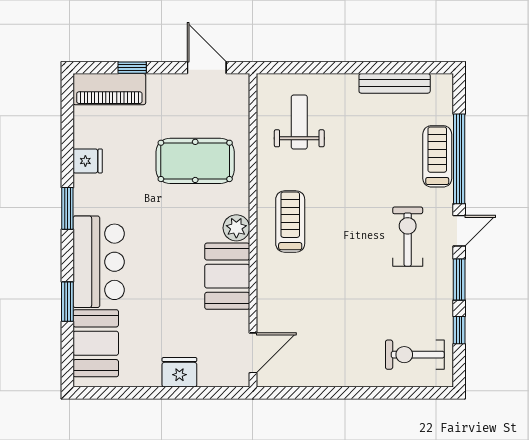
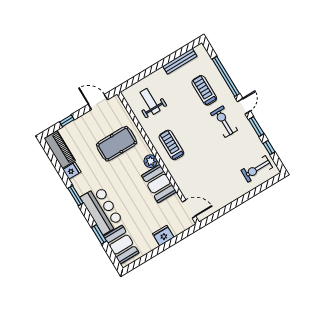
piano: (109, 89) -> (60, 150), moved, turned -90
treadmill: (437, 156) -> (204, 90), moved
door: (253, 353) -> (189, 209), hinge flipped

